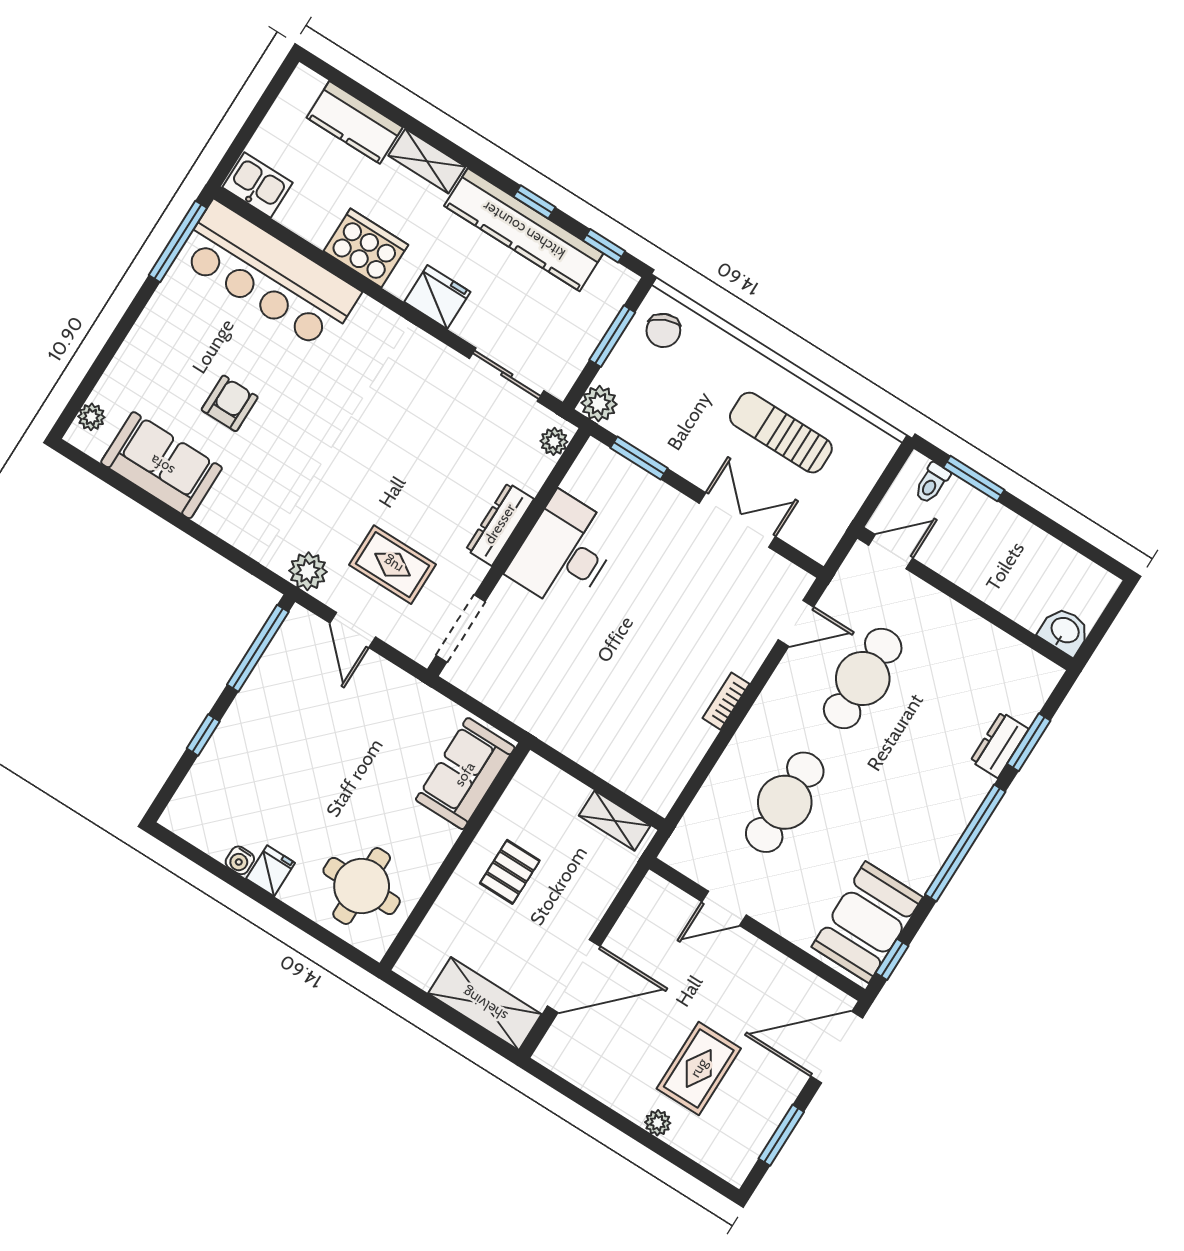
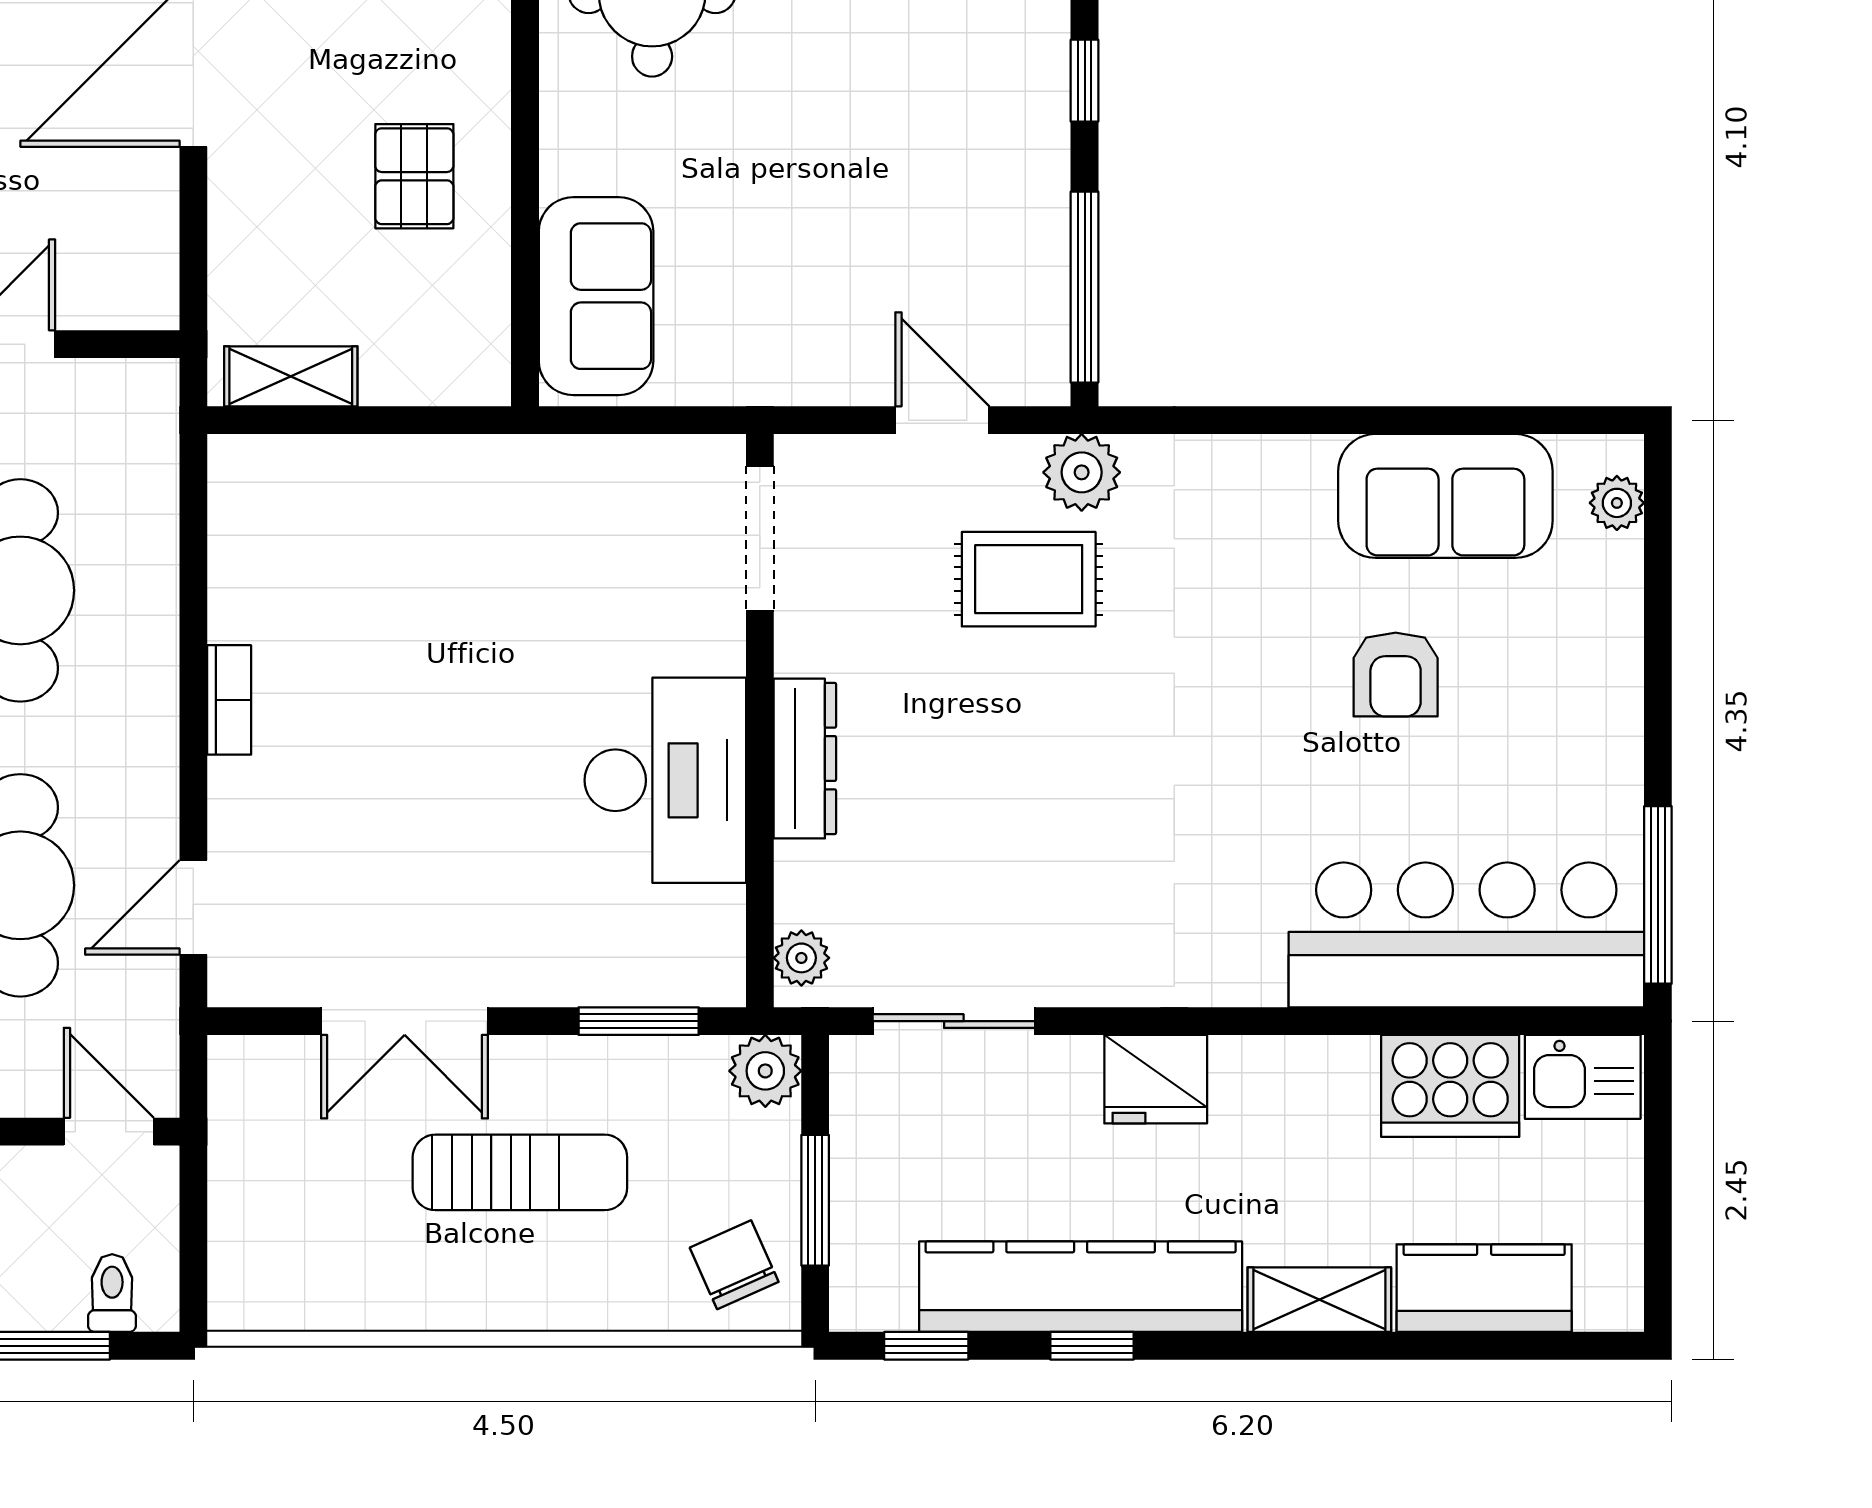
cooker: (366, 248) -> (1450, 1086), moved
sun lounger: (781, 433) -> (520, 1172), moved
door: (891, 552) -> (109, 1132), swing flipped
rug: (393, 565) -> (1029, 579), moved

